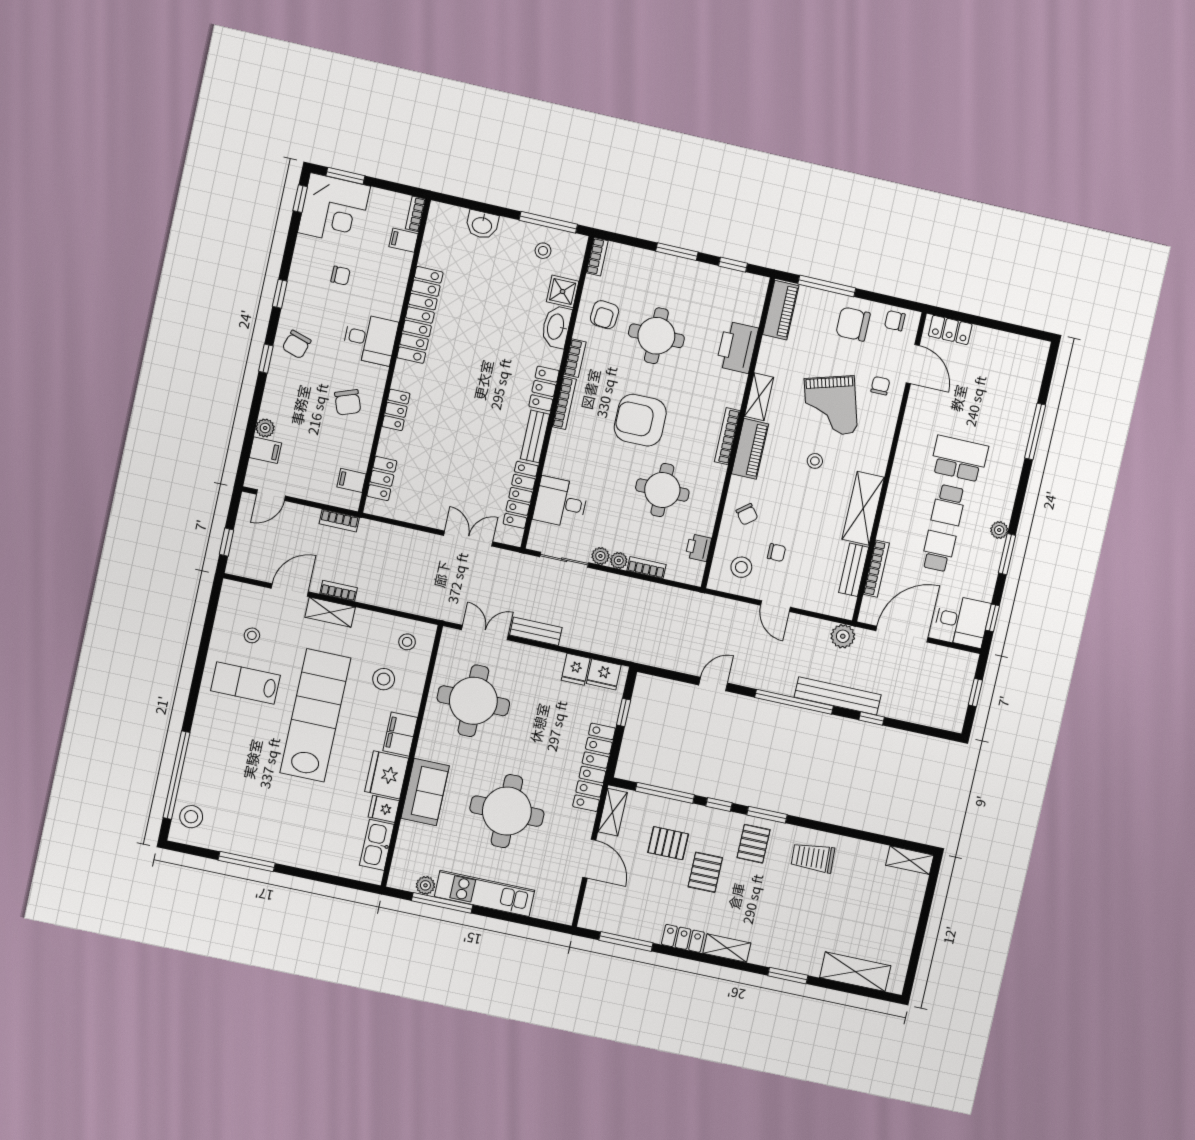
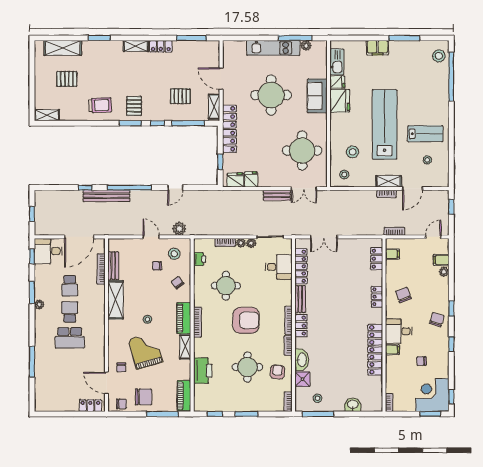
filing cabinet: (404, 240) -> (392, 350), moved
plant: (843, 636) -> (179, 229), moved
lab bench: (315, 715) -> (385, 124), turned 180
filing cabinet: (400, 734) -> (377, 48), moved, turned 90
pallet: (705, 872) -> (67, 79), moved, turned 90

